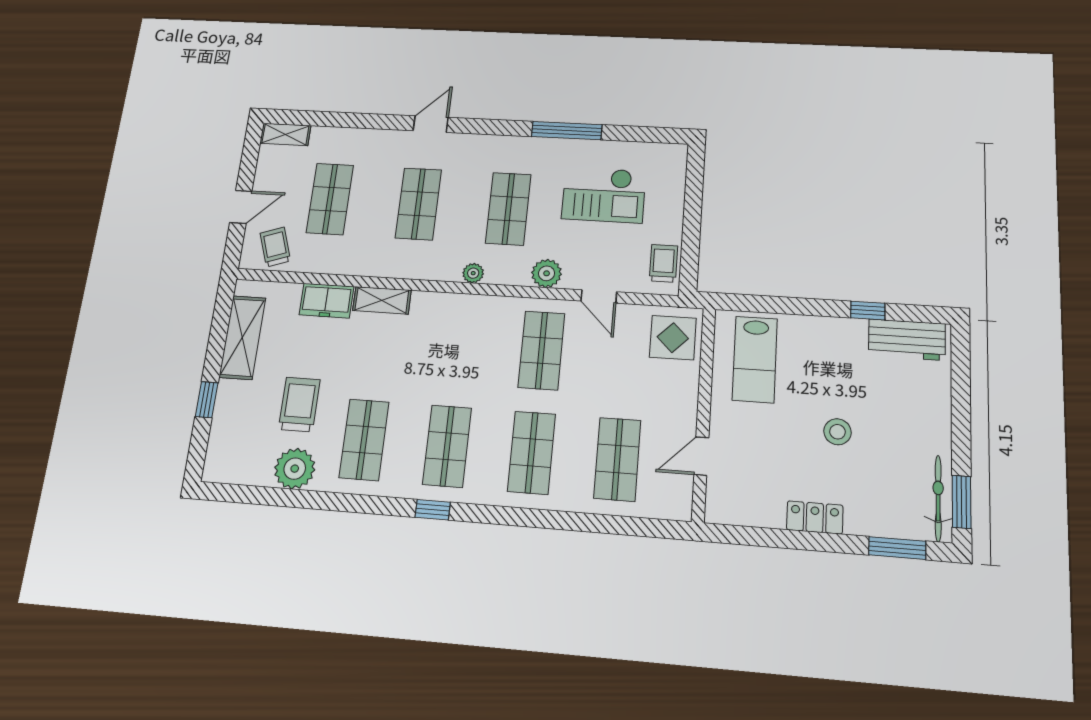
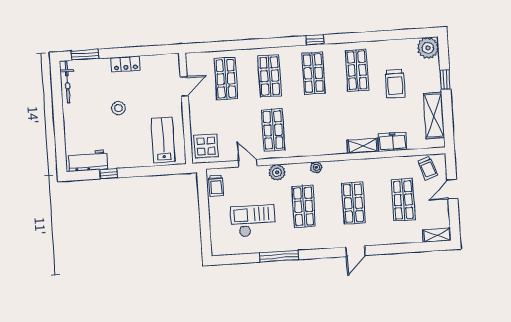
plant: (295, 469) -> (428, 48), moved
window: (962, 502) -> (56, 82), removed

